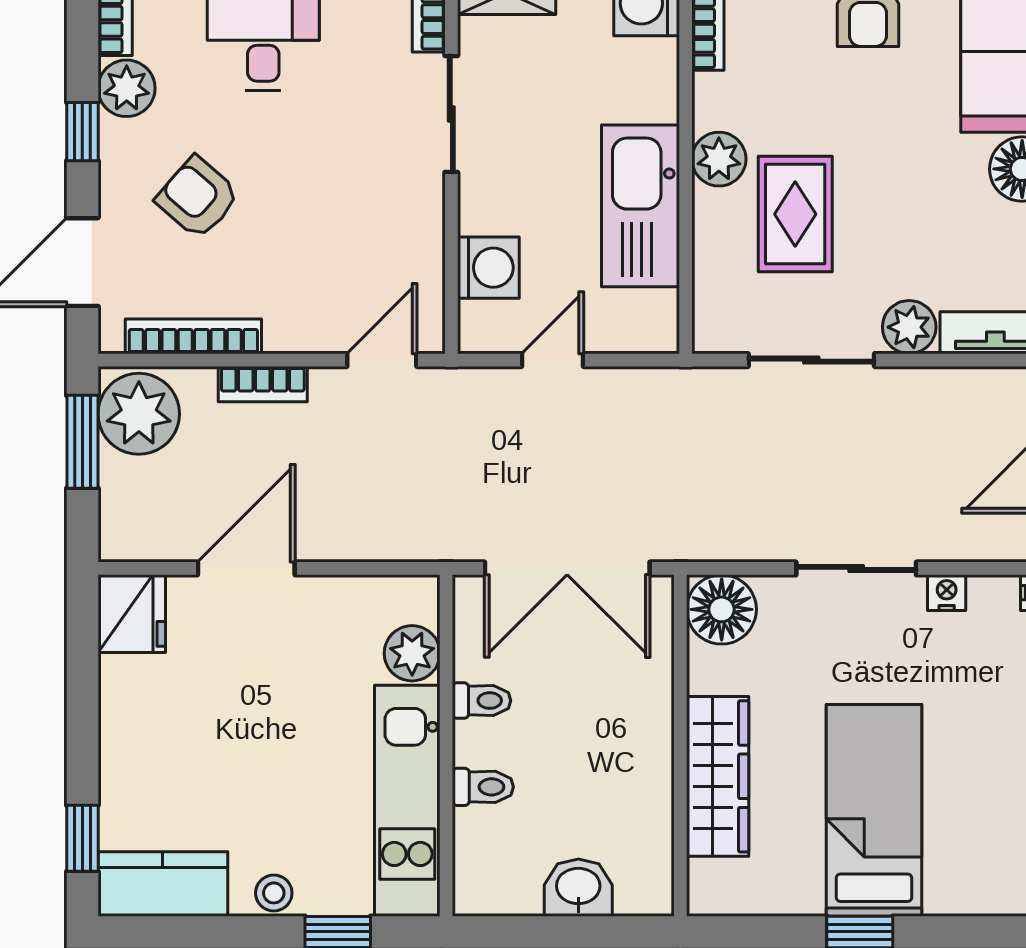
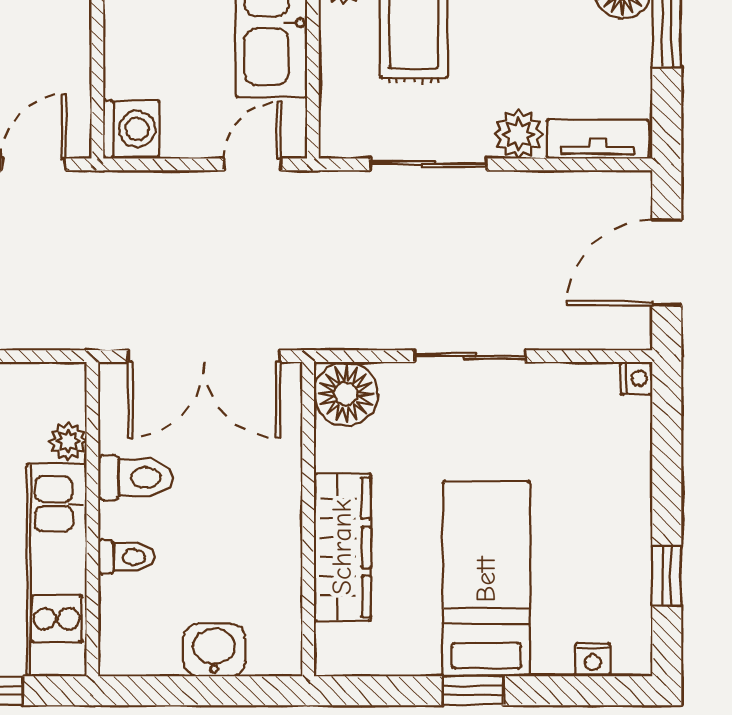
washing machine: (488, 268) -> (131, 129), moved
door: (552, 360) -> (253, 164), moved
nightstand: (947, 593) -> (593, 660), moved, turned 180
plant: (412, 653) -> (68, 441), width x0.73, depth x0.73
toilet: (482, 701) -> (135, 478), width x1.37, depth x1.39

